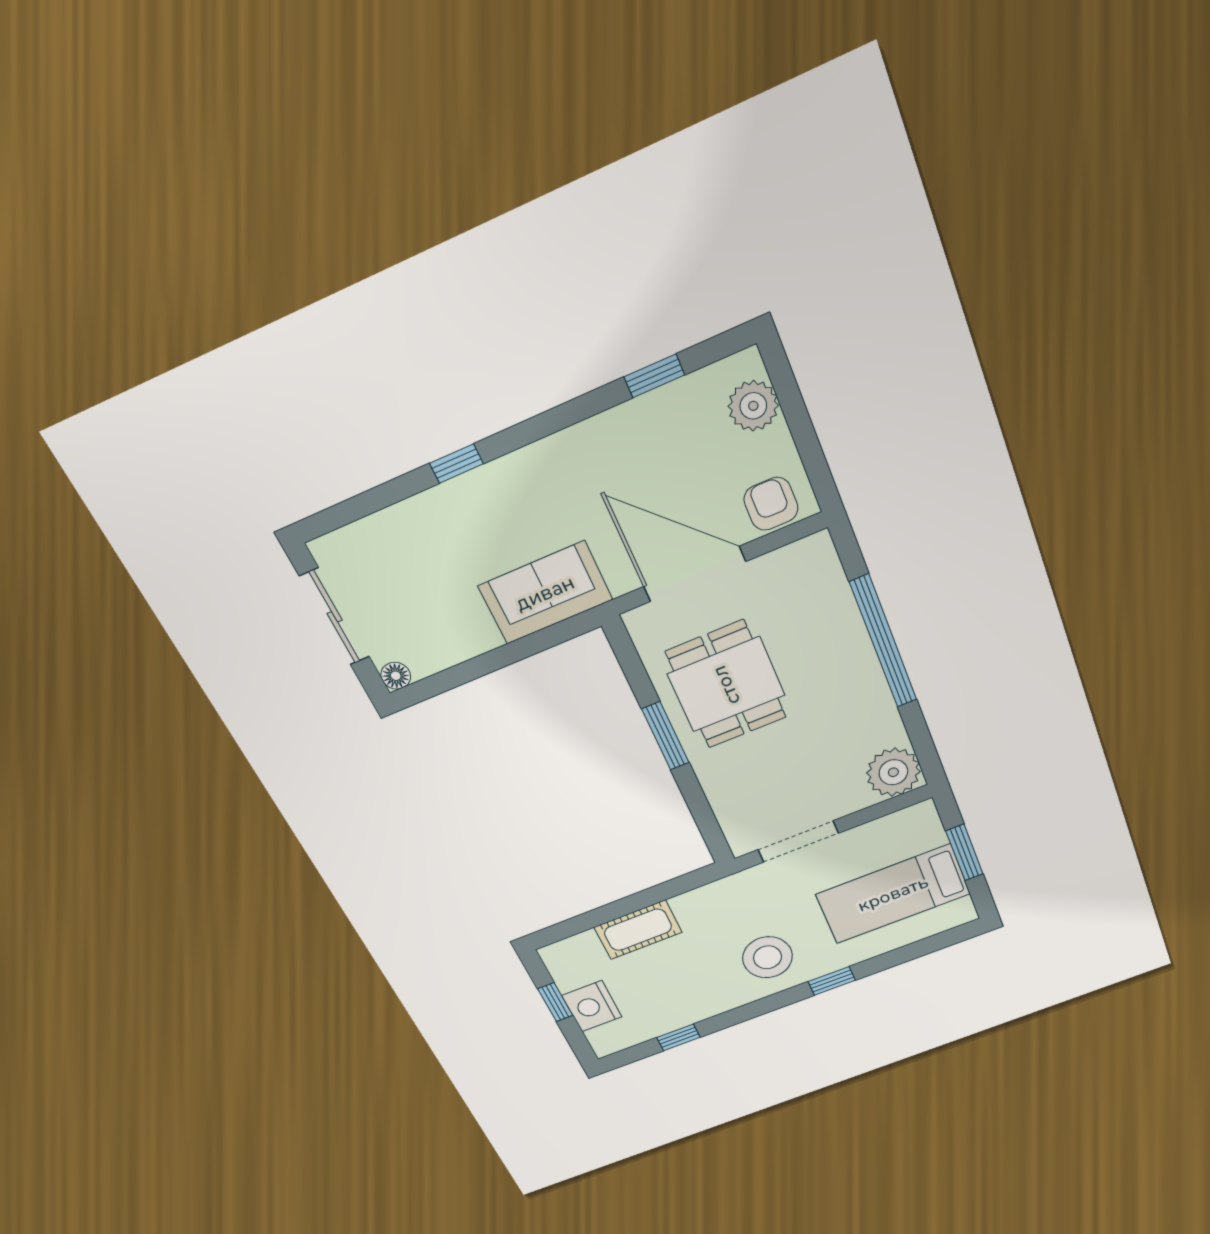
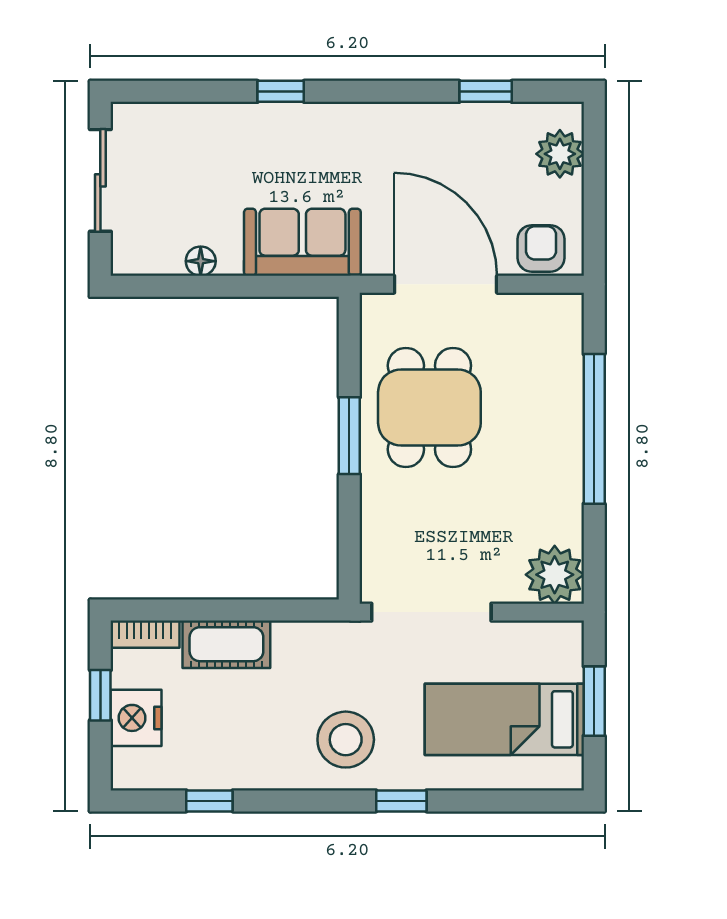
floor lamp: (396, 676) -> (201, 261), moved
doorway: (798, 842) -> (431, 612), width x1.36
bookcase: (568, 948) -> (145, 634), added

